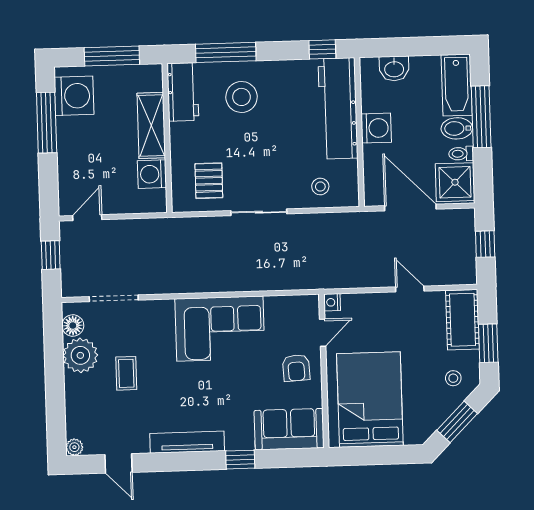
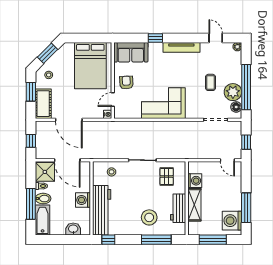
workbench: (183, 92) -> (178, 208), moved
door: (87, 218) -> (227, 160), hinge flipped
door: (410, 289) -> (69, 120), width x1.87
window: (54, 366) -> (246, 87), added

